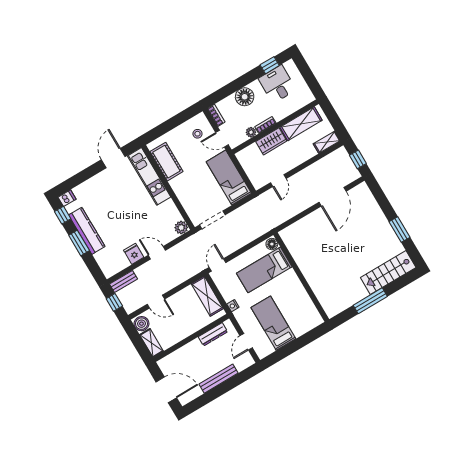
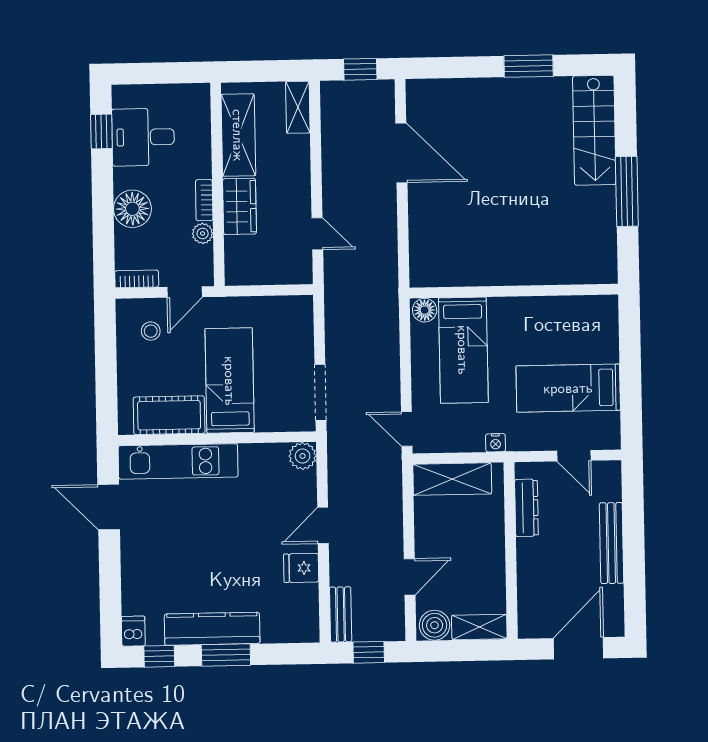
bed: (229, 178) -> (230, 381), moved, turned 90

